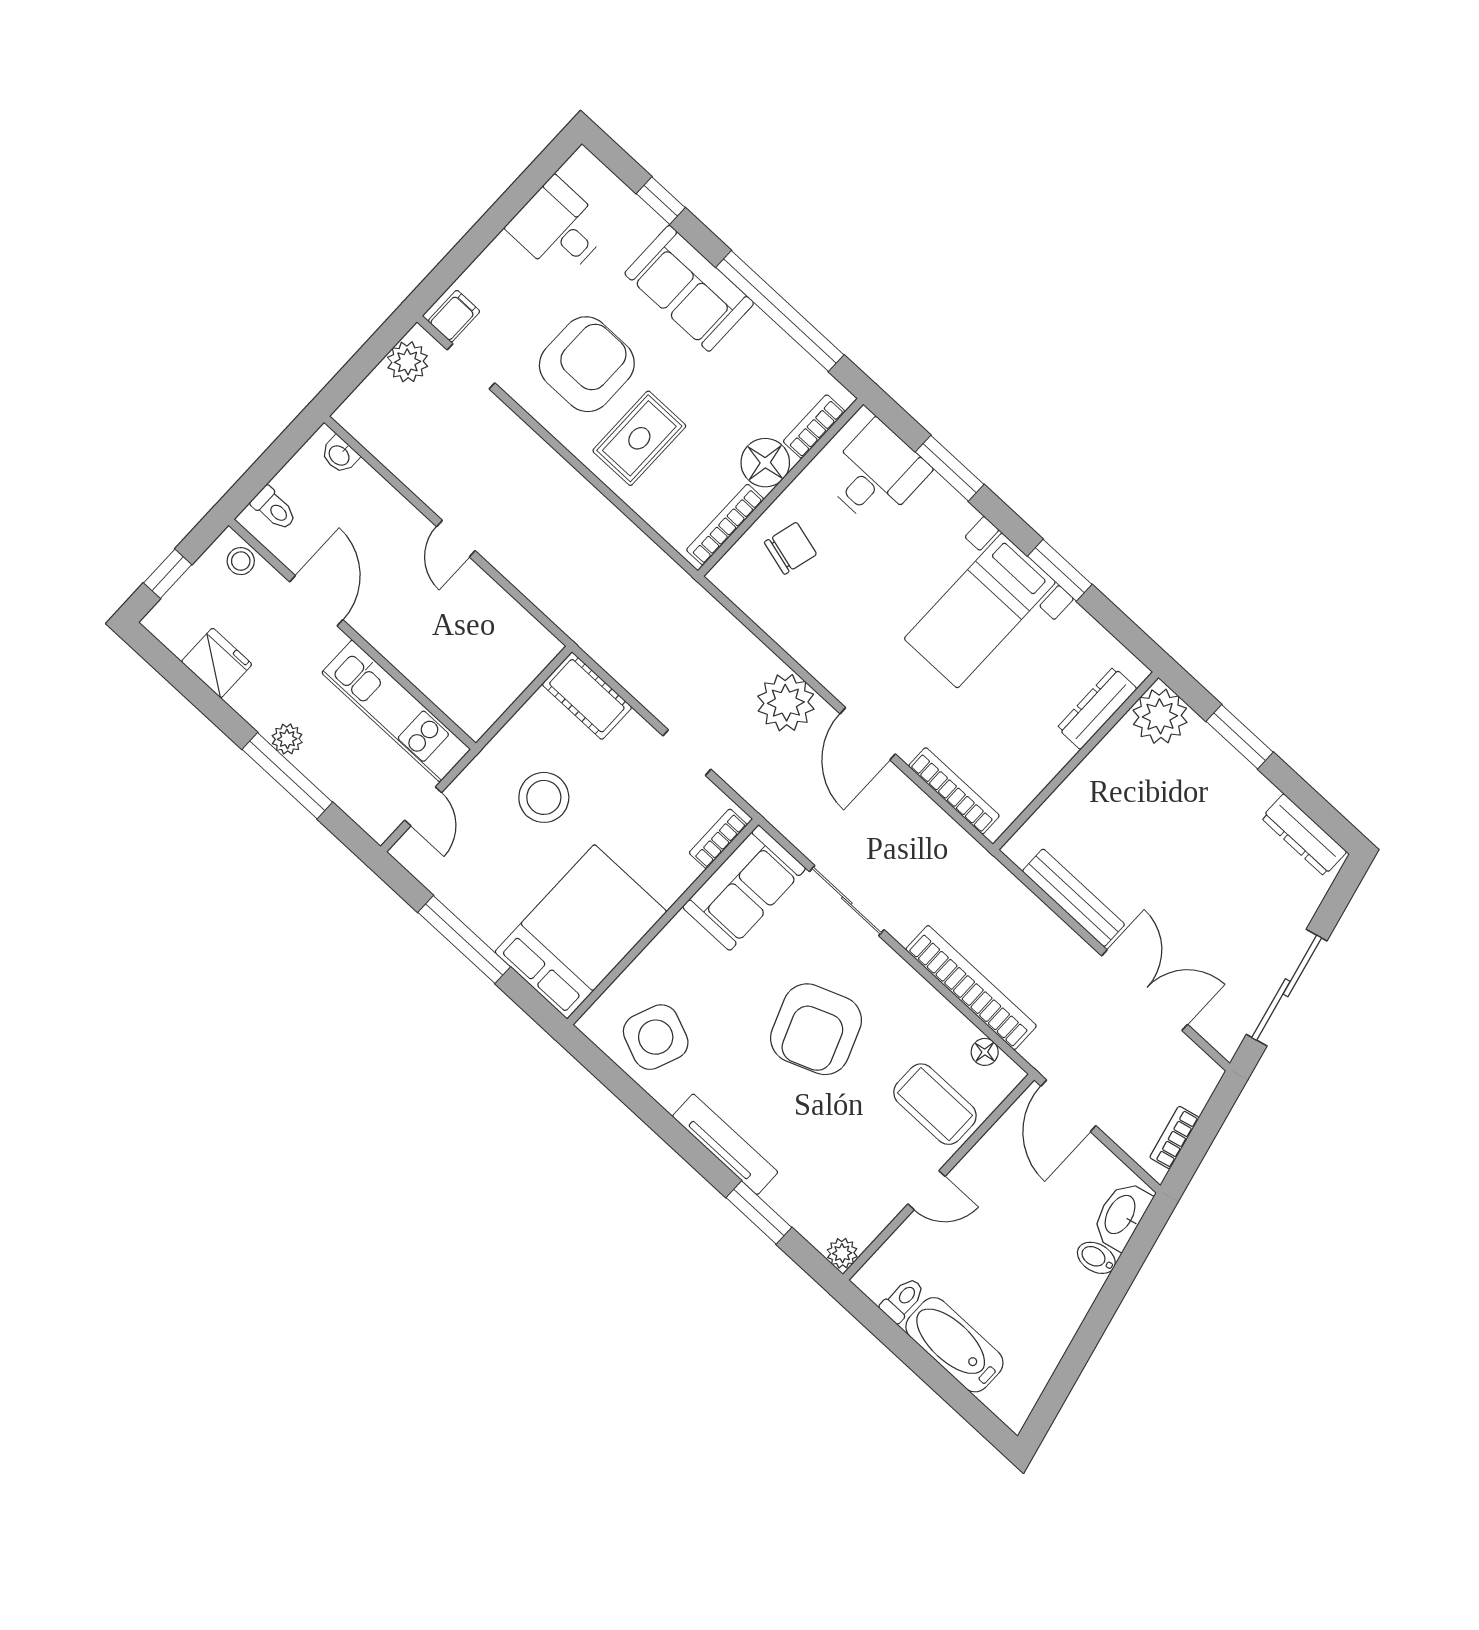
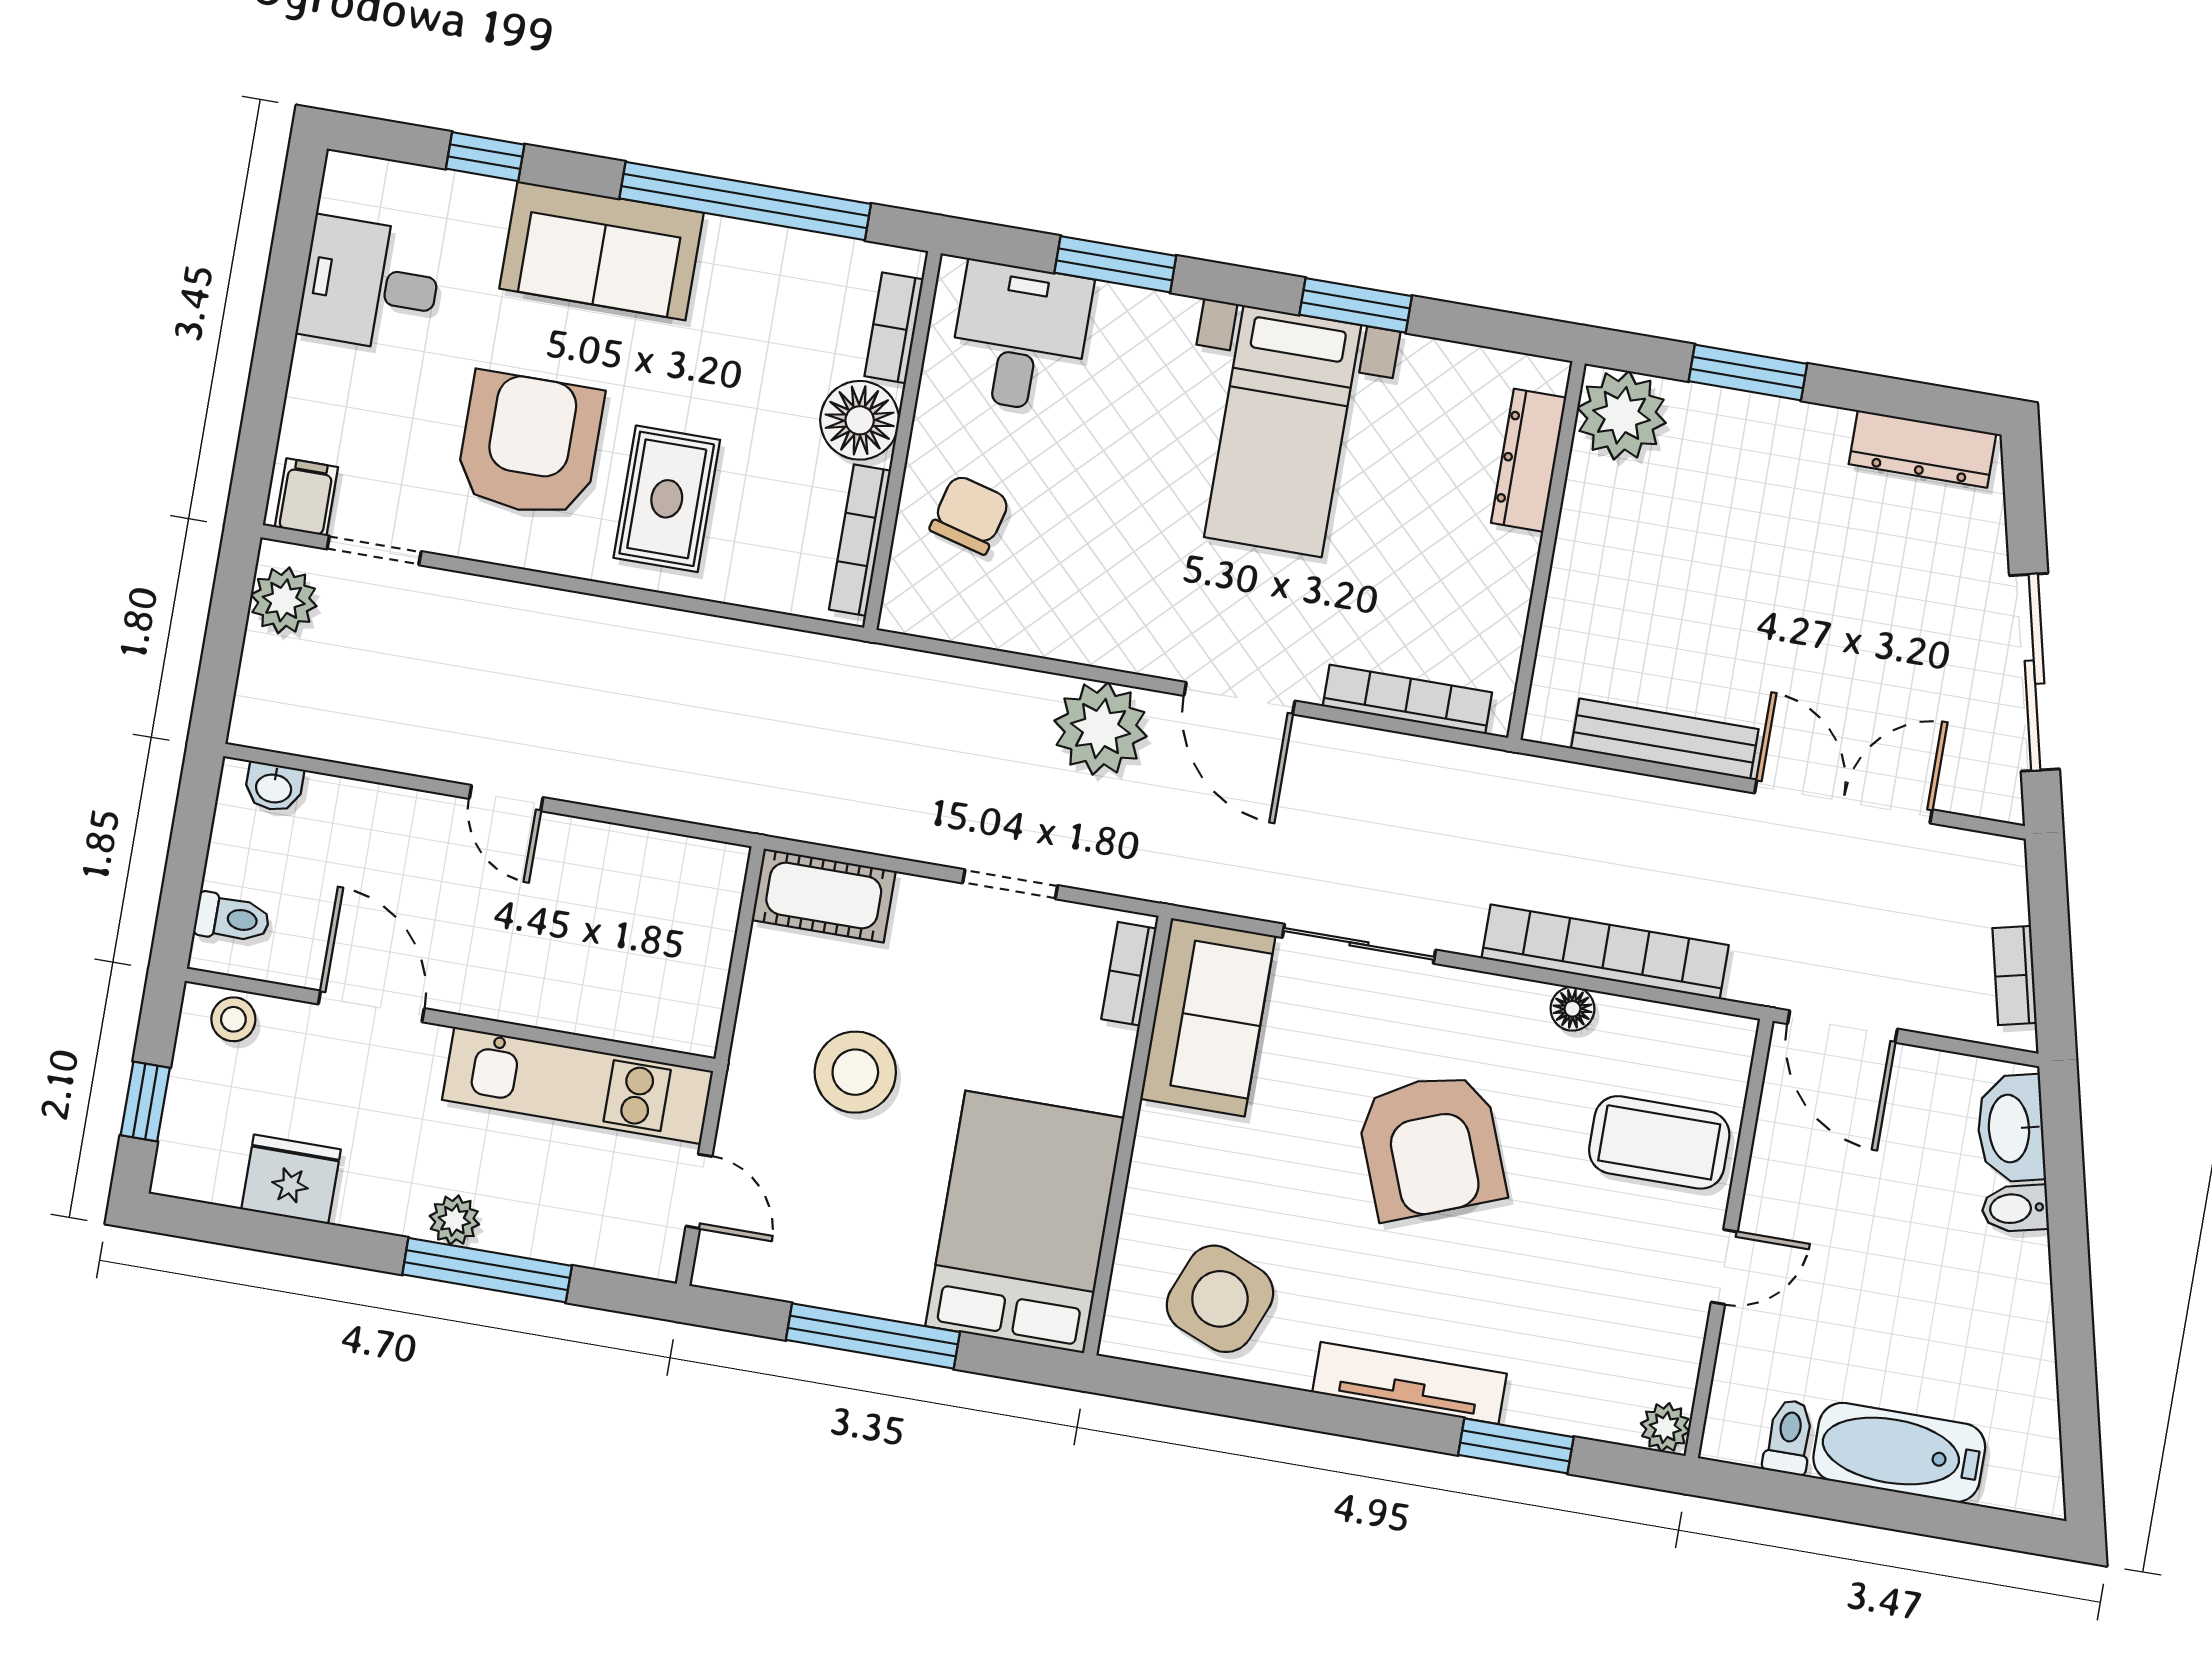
floor lamp: (985, 1052) -> (1572, 1009), moved

